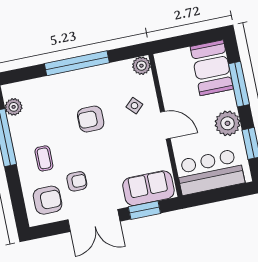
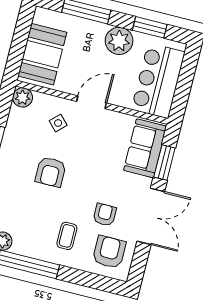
booth: (212, 68) -> (42, 54), moved, turned 90
coffee table: (44, 158) -> (67, 236), turned 90

